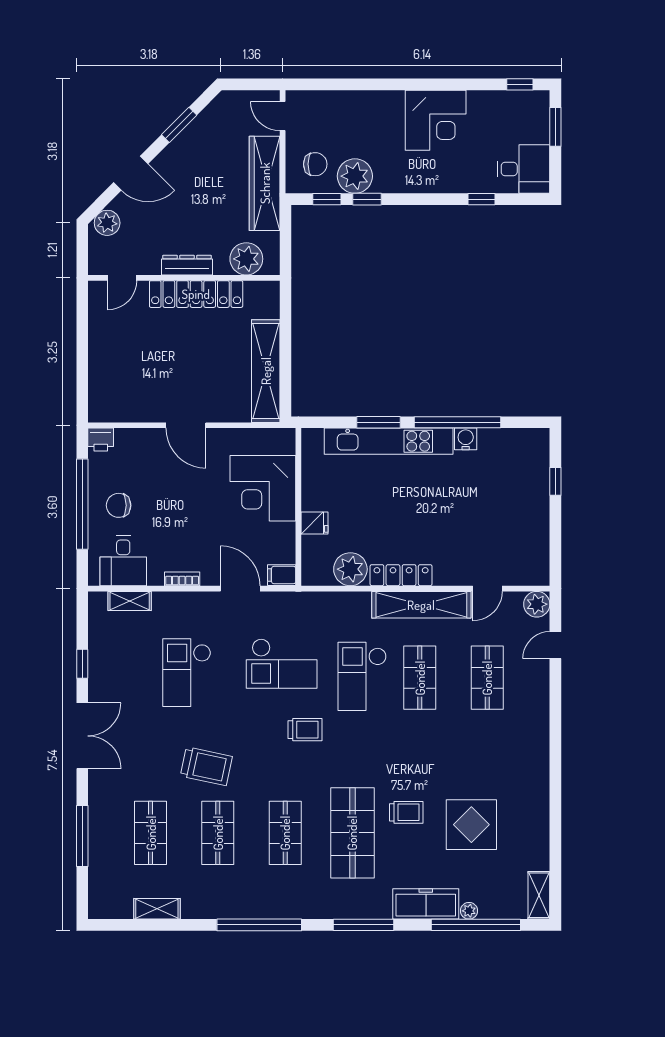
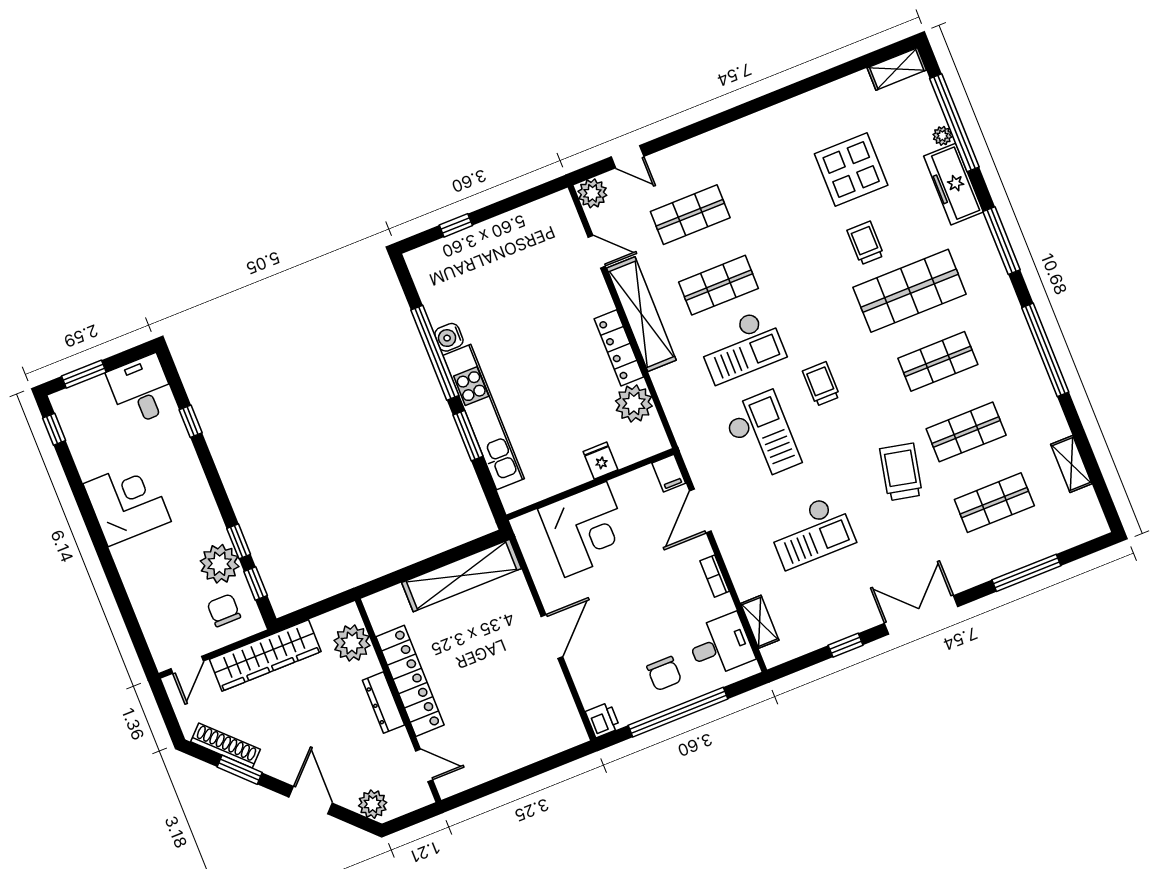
shoe rack: (204, 121) -> (226, 745), added

